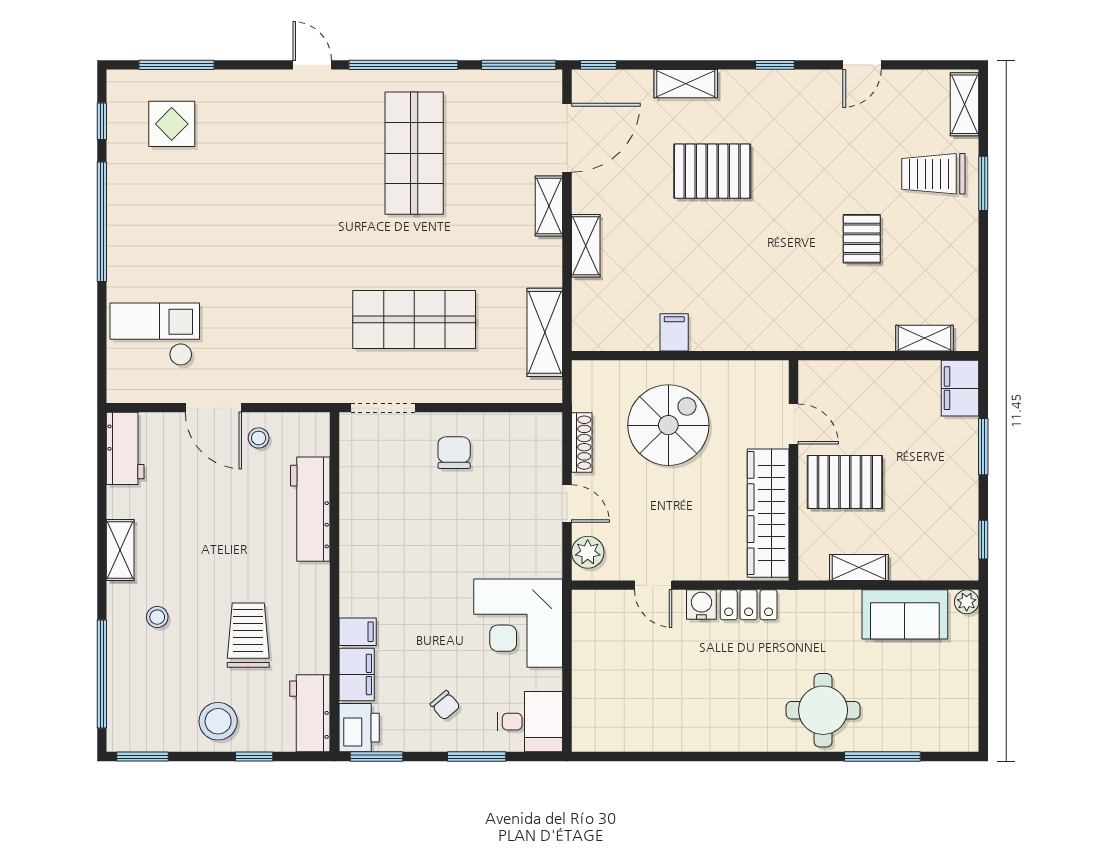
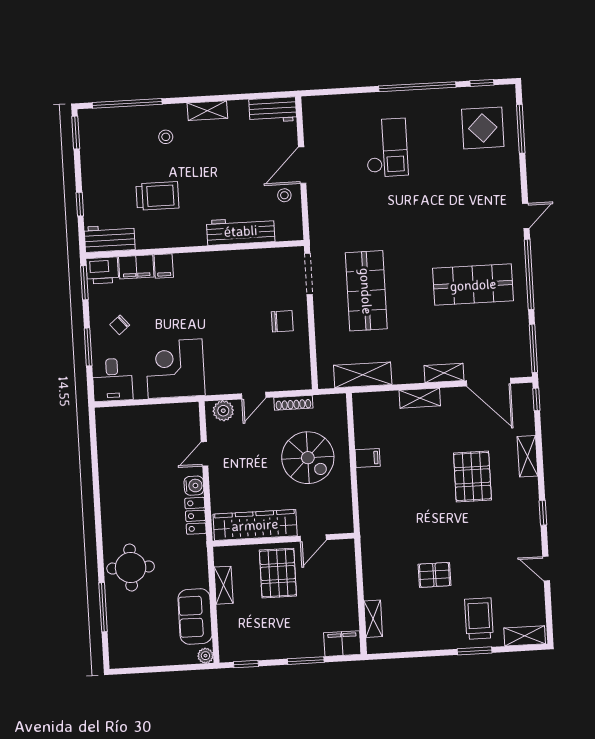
display table: (172, 124) -> (483, 128), width x1.36, depth x1.36
checkout: (155, 334) -> (387, 148), moved
stool: (218, 721) -> (101, 180), removed

